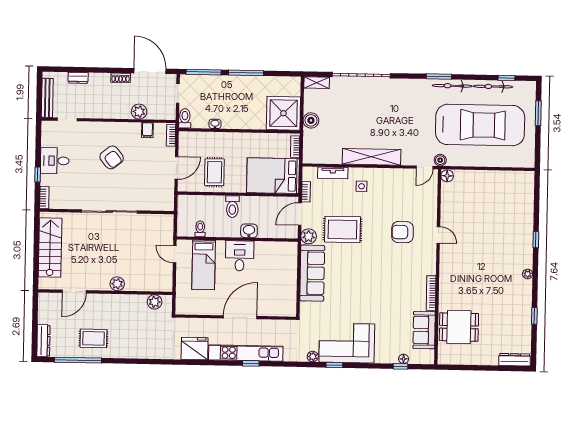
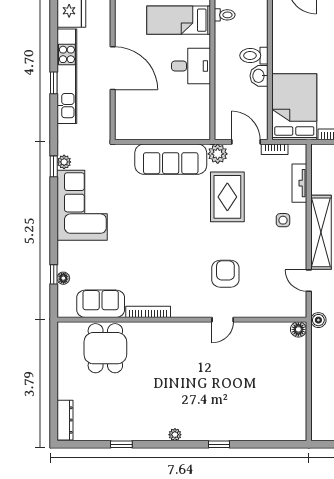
door: (425, 167) -> (309, 281), moved
rug: (214, 172) -> (297, 32), removed
washbasin: (249, 231) -> (259, 76), moved, turned 180
window: (334, 365) -> (54, 166), moved

